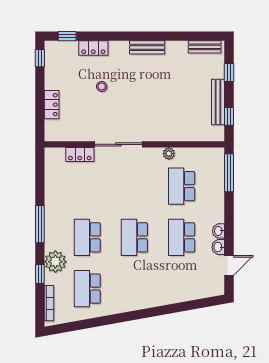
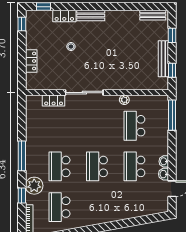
bench: (147, 47) -> (91, 16), moved

